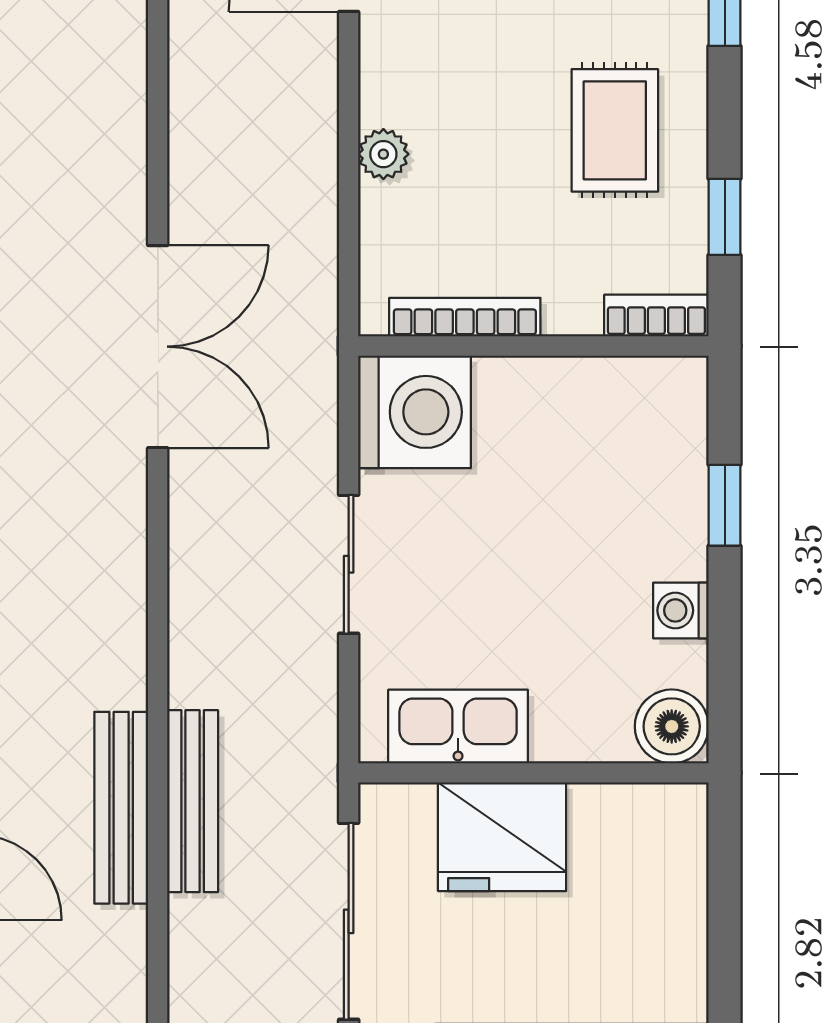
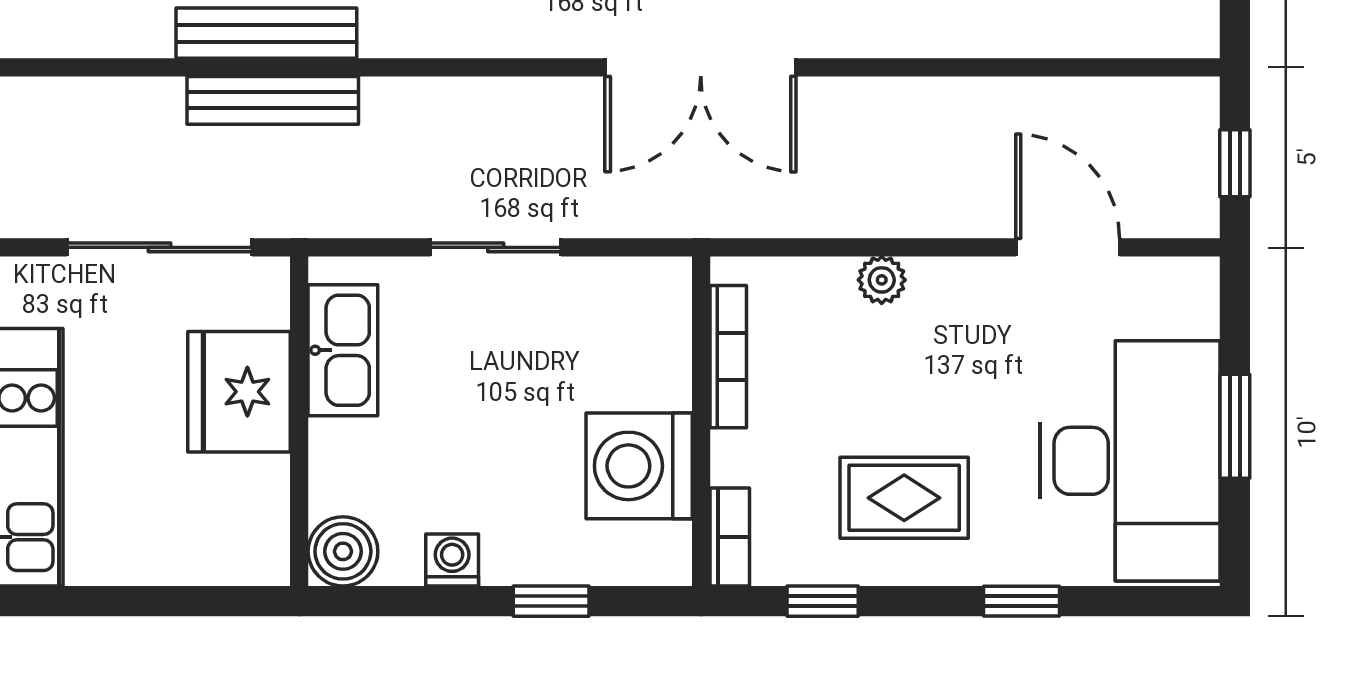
washing machine: (415, 412) -> (639, 466), moved, turned 90

